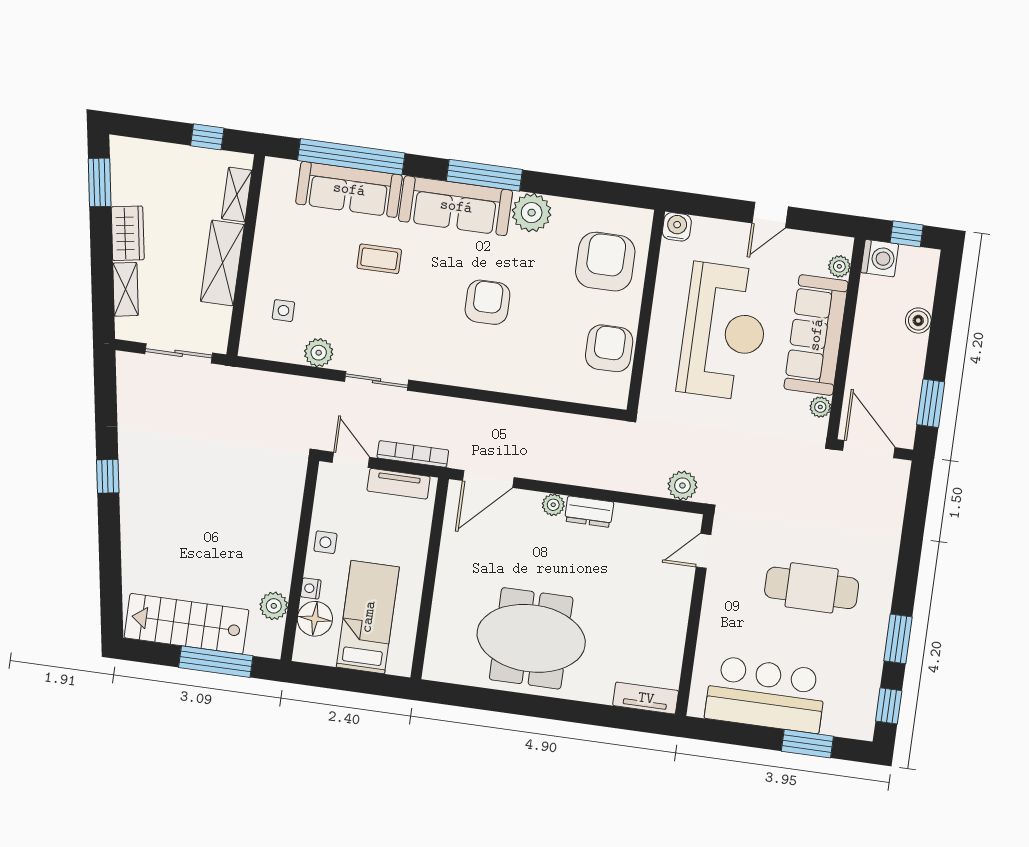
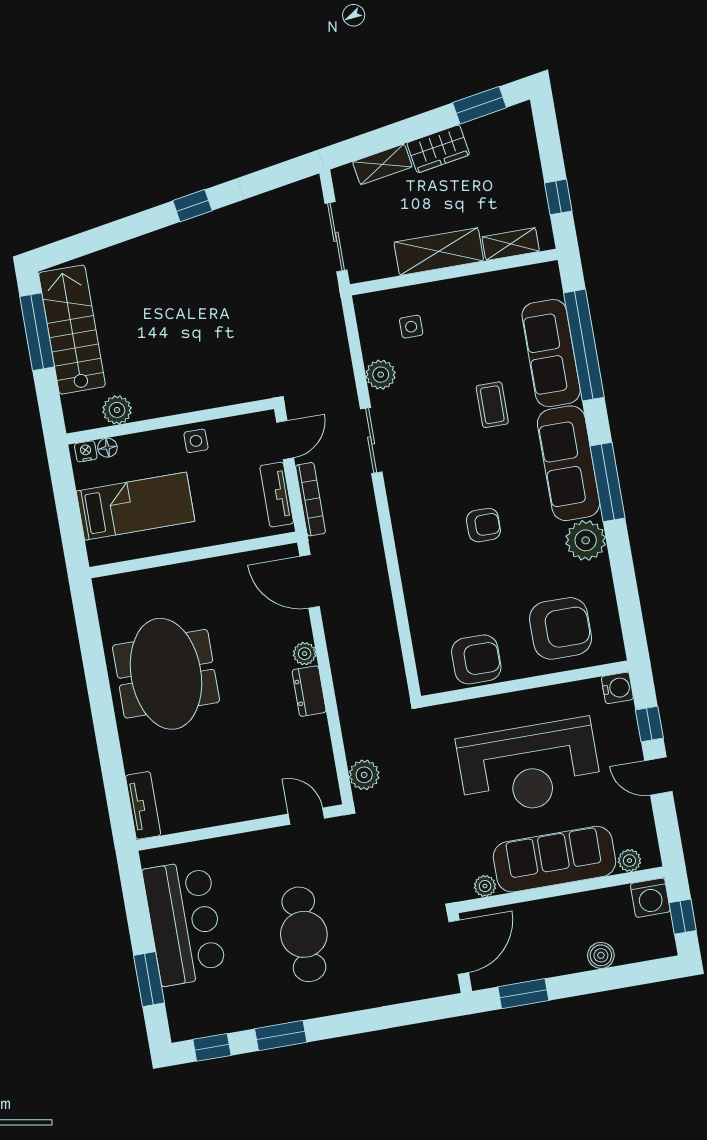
window: (719, 208) -> (649, 724), added
armchair: (487, 302) -> (483, 525), width x0.72, depth x0.72
nightstand: (311, 588) -> (86, 451), moved
floor lamp: (315, 619) -> (107, 448), width x0.53, depth x0.53
window: (216, 662) -> (37, 332), moved

